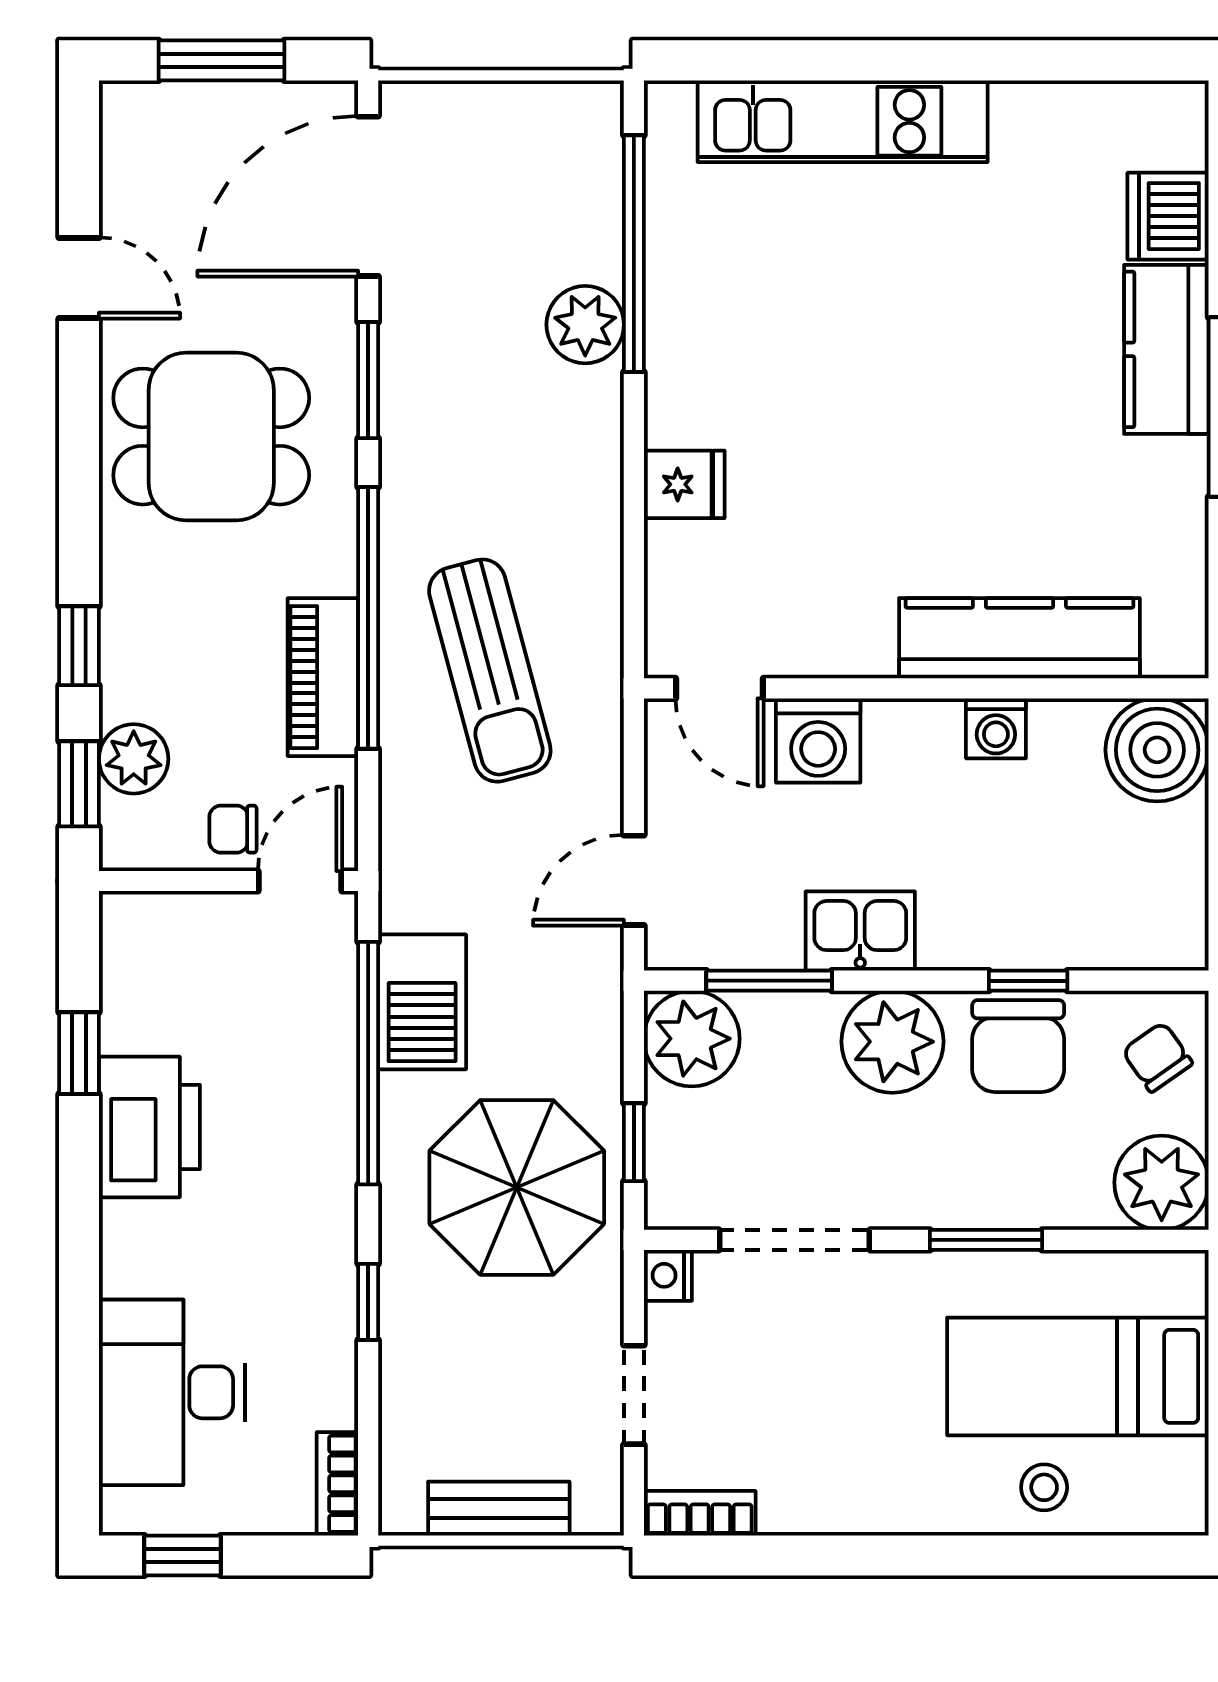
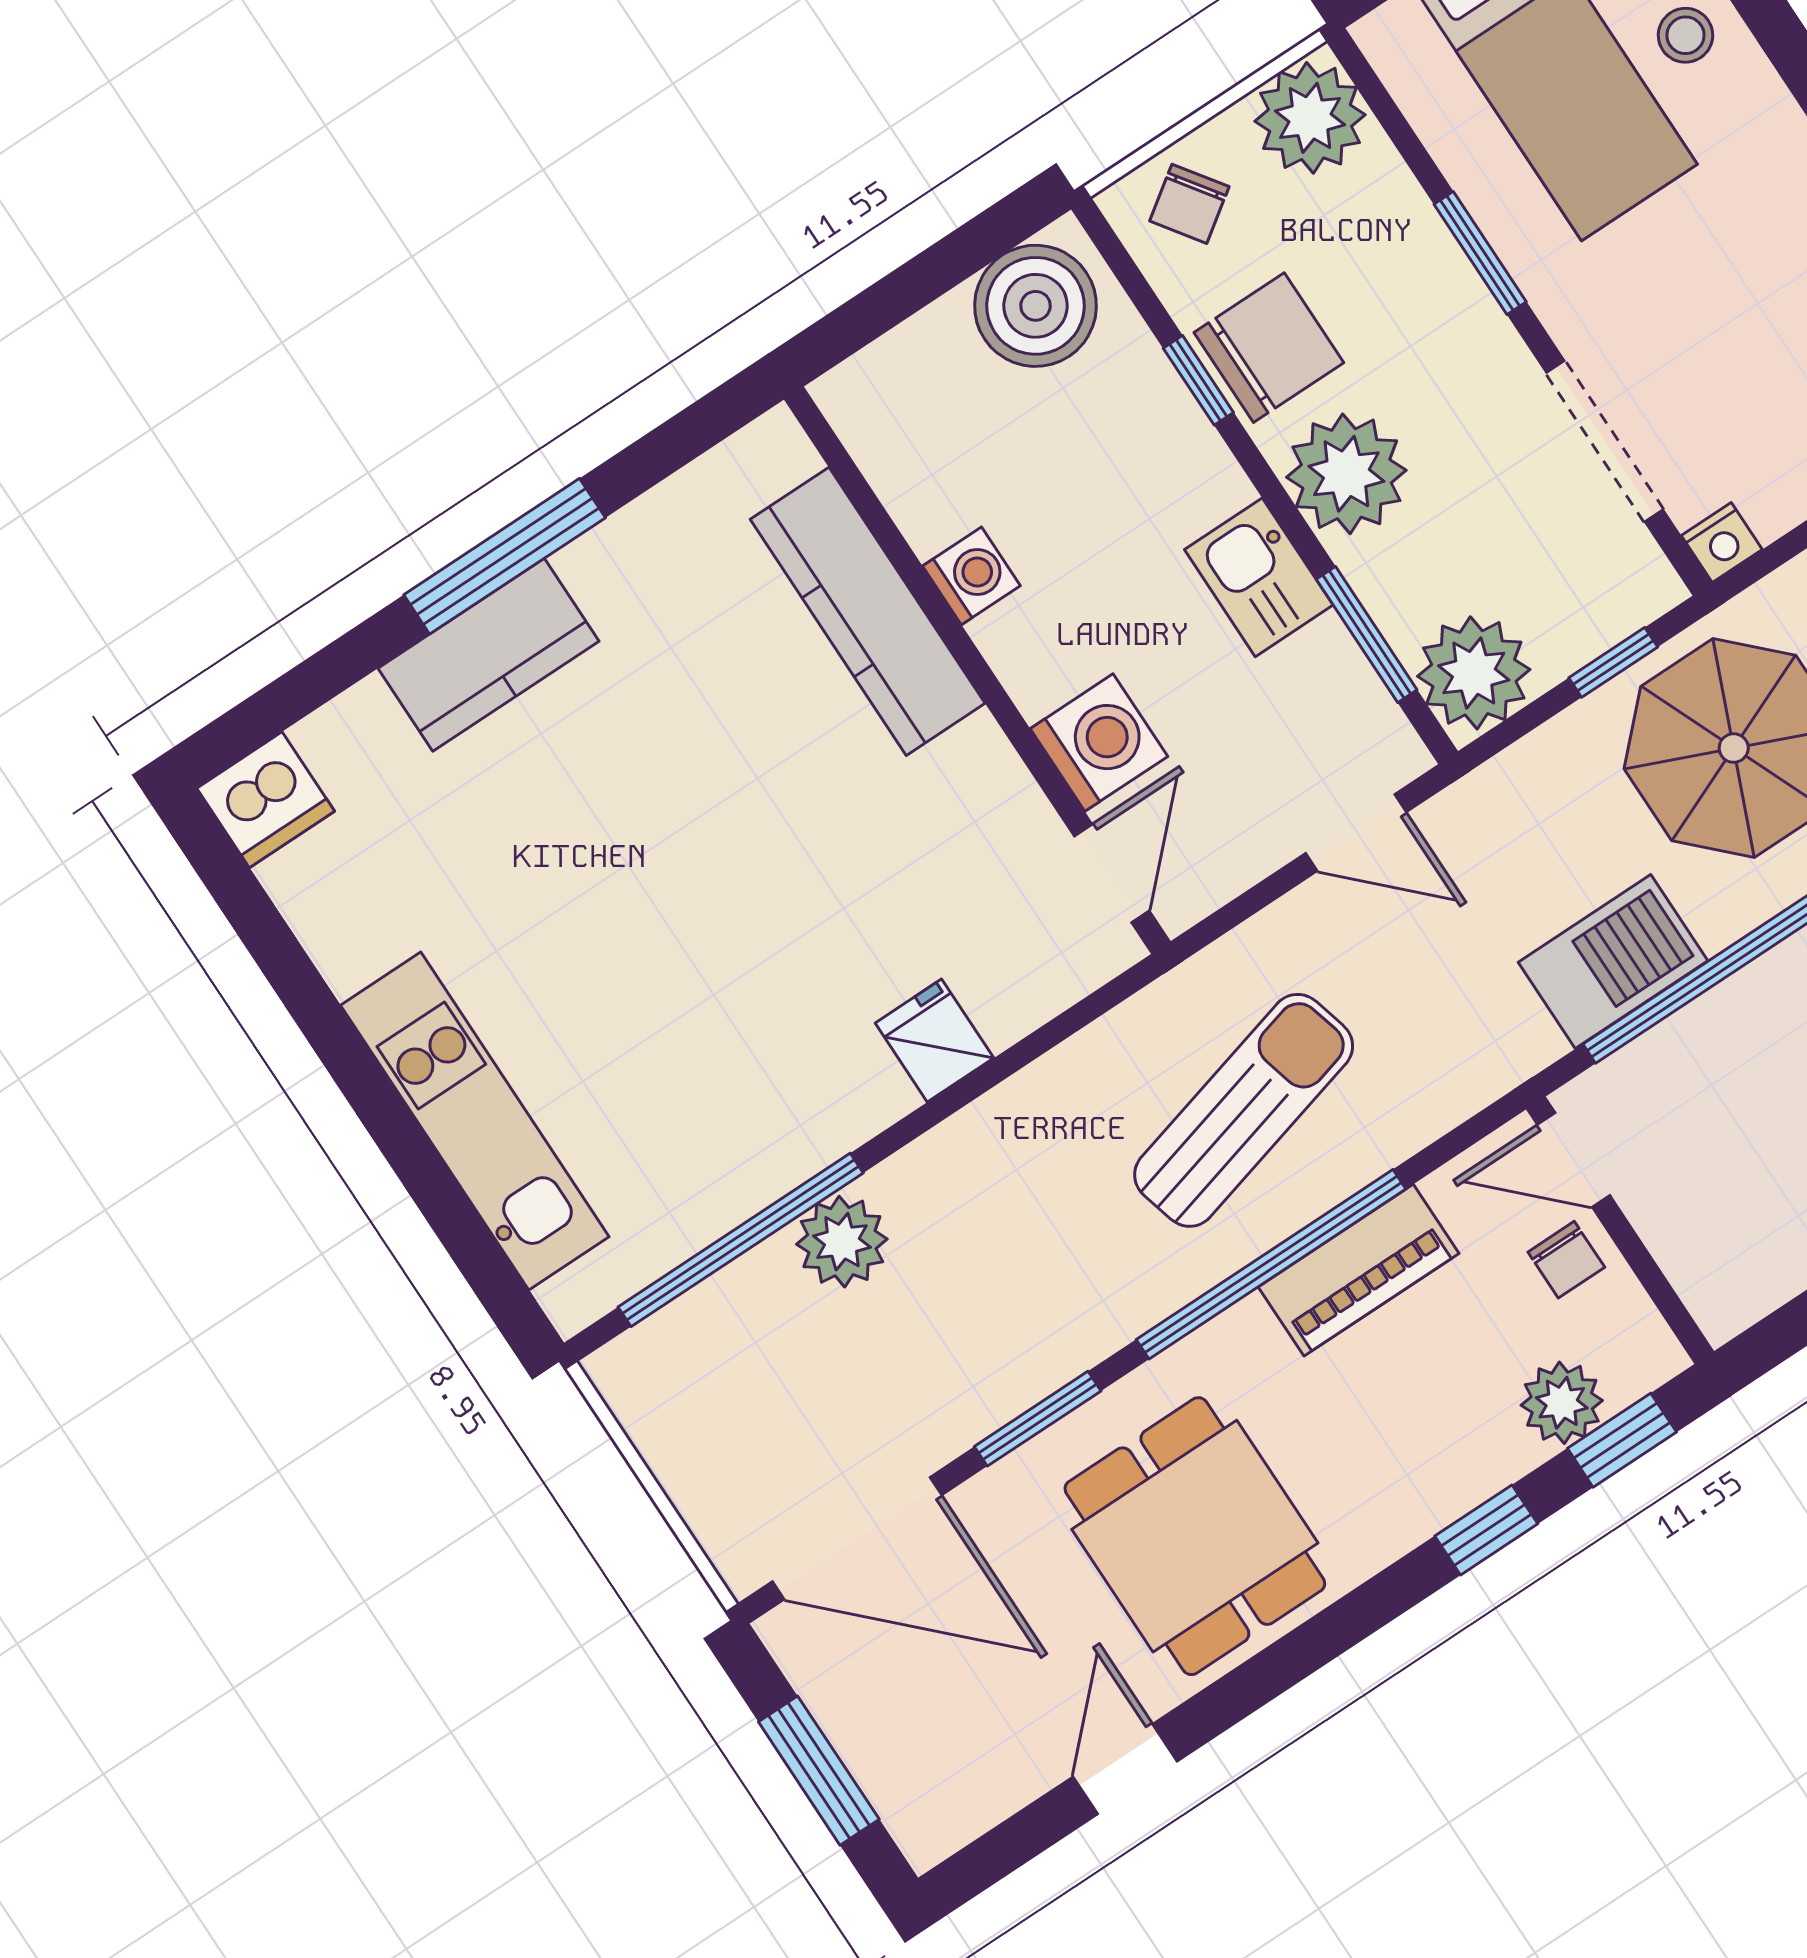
dishwasher: (1168, 216) -> (266, 800), moved
boiler: (1157, 750) -> (1036, 306), moved

